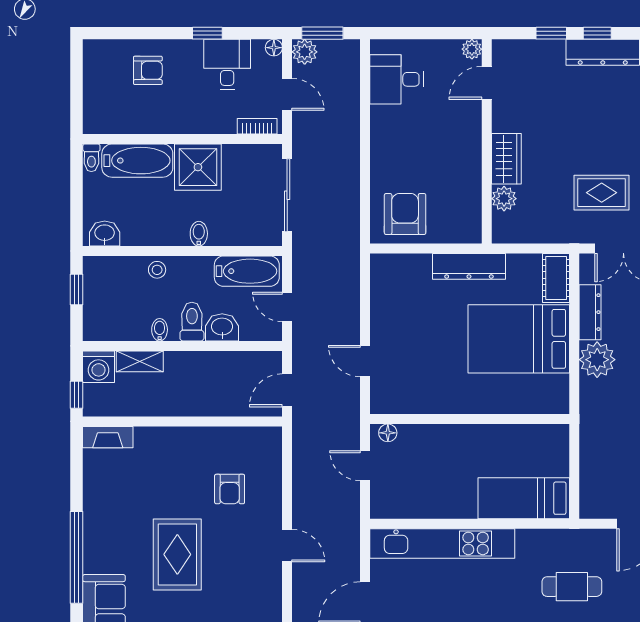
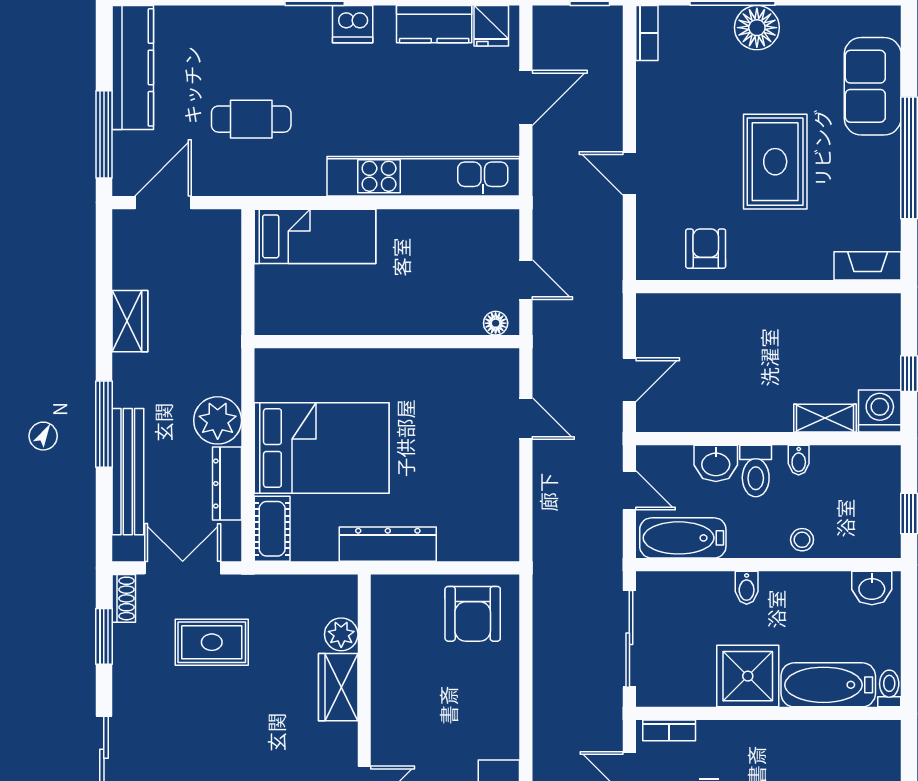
wall: (182, 421) -> (768, 287), moved
fireplace: (108, 437) -> (868, 266), moved

